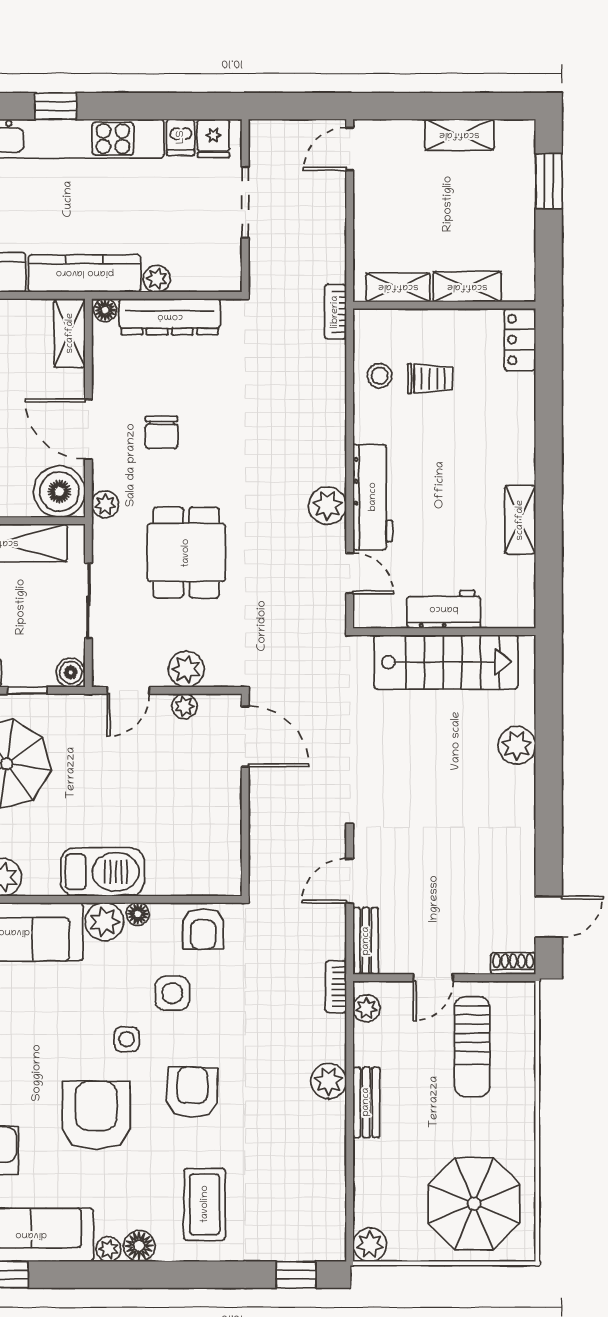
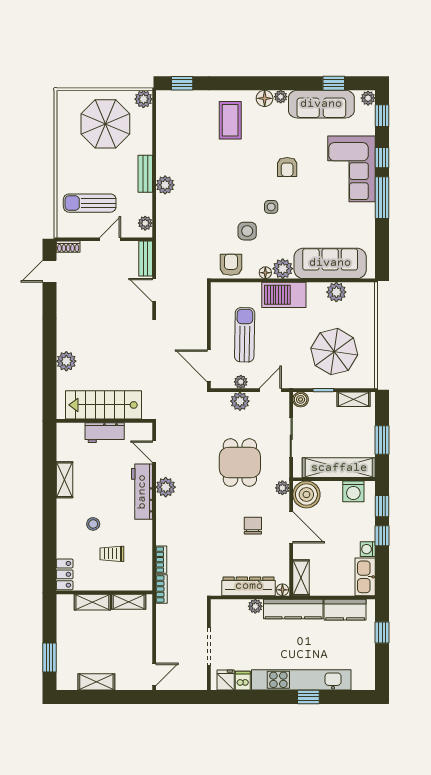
stool: (380, 376) -> (93, 524), moved
sun lounger: (177, 796) -> (245, 335), added
door: (350, 881) -> (154, 290), swing flipped
bookcase: (336, 987) -> (161, 560), moved
sun lounger: (472, 1047) -> (90, 203), turned -90
armchair: (192, 1092) -> (237, 179), removed
armchair: (96, 1115) -> (287, 167), width x0.53, depth x0.53
parasol: (474, 1204) -> (105, 124), moved

